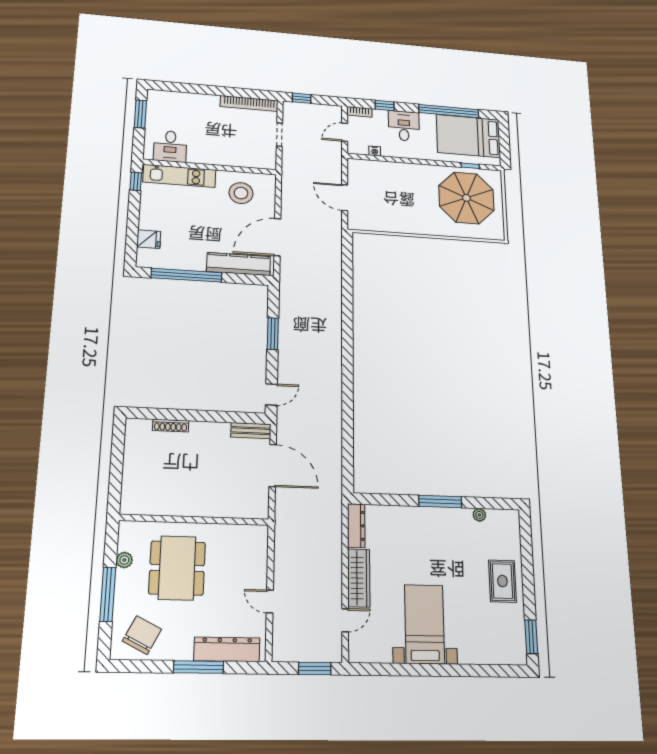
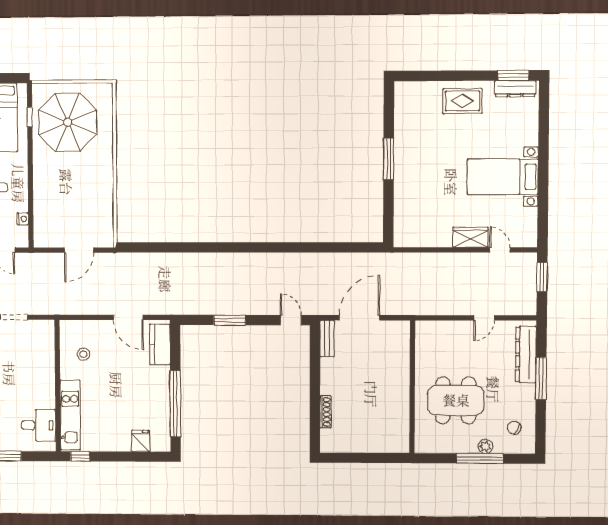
stool: (241, 193) -> (83, 354), width x0.53, depth x0.53
door: (277, 237) -> (128, 317), width x0.73
kitchen counter: (239, 264) -> (160, 344), width x0.67
plant: (479, 515) -> (400, 121), removed
dresser: (356, 526) -> (515, 89), moved, turned 180
plant: (124, 560) -> (485, 446), moved
wardrobe: (359, 578) -> (470, 237), width x0.67
chair: (142, 635) -> (514, 428), width x0.54, depth x0.54

